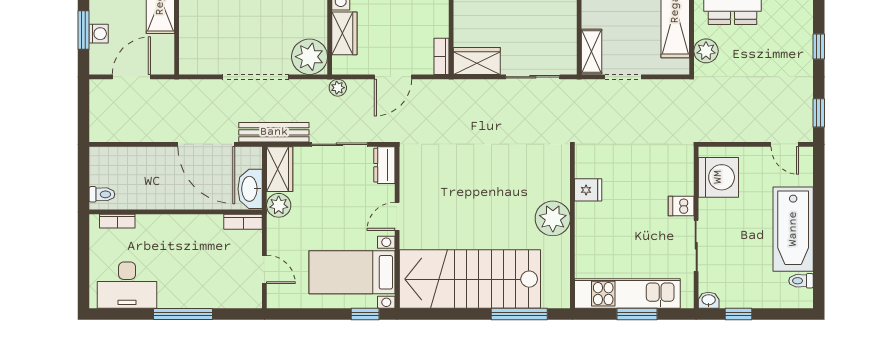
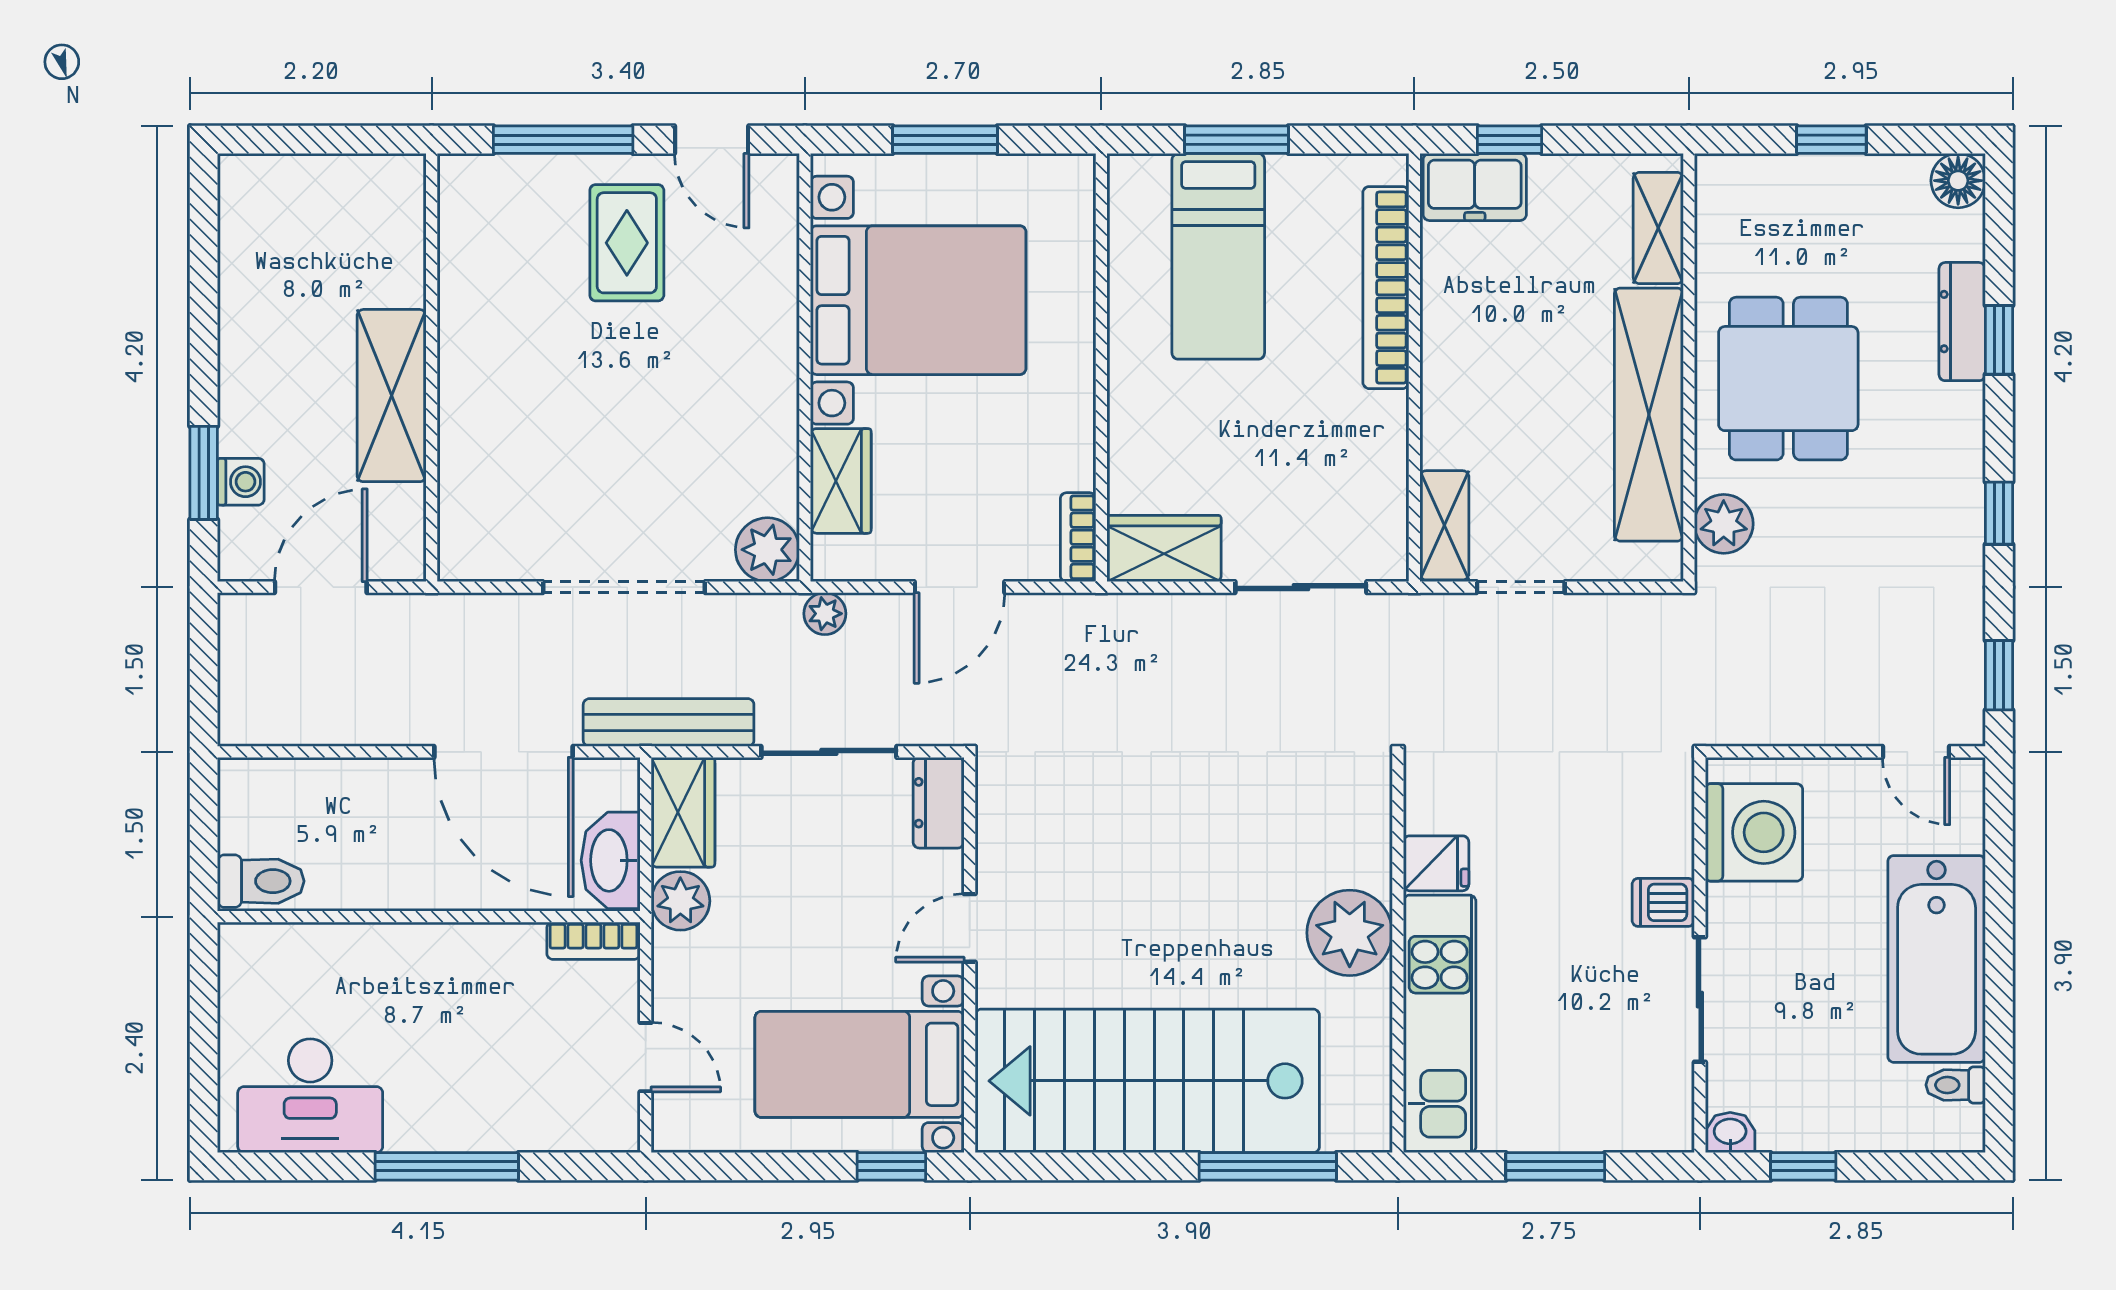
plant: (310, 57) -> (767, 550), width x0.73, depth x0.73
toilet: (102, 194) -> (261, 881), width x1.37, depth x1.39
bookcase: (117, 221) -> (286, 939), removed
kitchen unit: (627, 294) -> (1440, 1024), moved, turned 90

